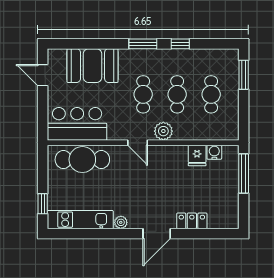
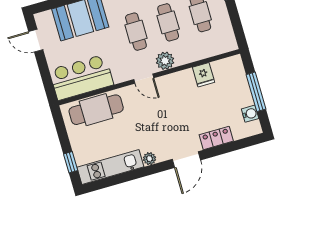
water cooler: (214, 152) -> (250, 114), moved, turned 90
window: (244, 174) -> (256, 92), moved

